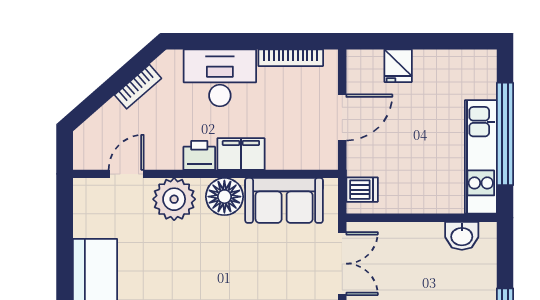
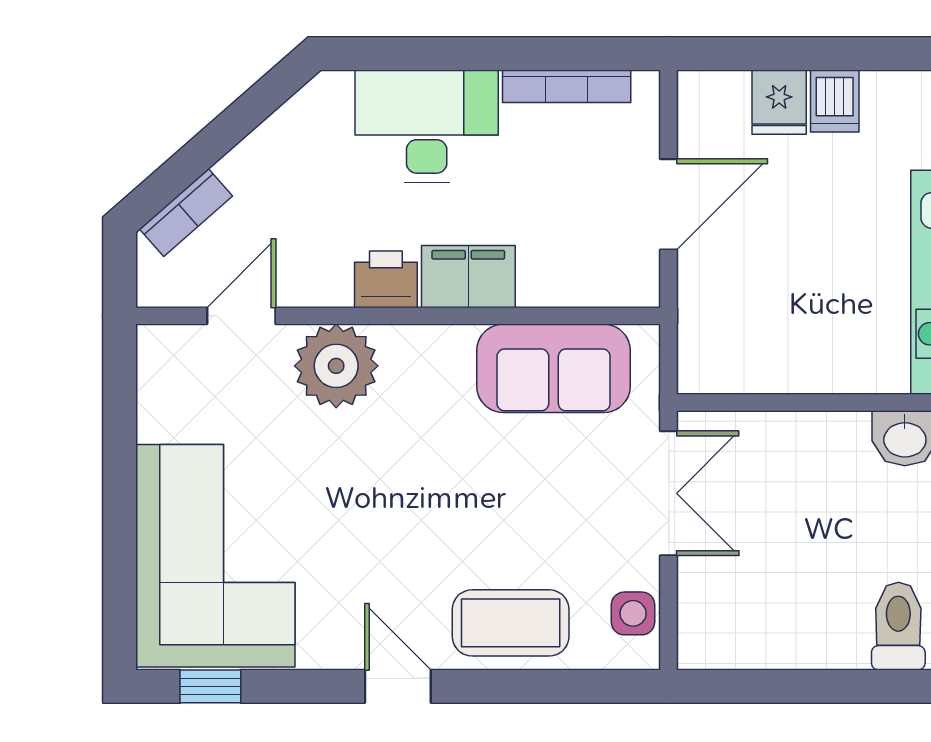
bookcase: (138, 87) -> (186, 213), moved
dishwasher: (362, 190) -> (835, 101), moved, turned 90
floor lamp: (224, 197) -> (436, 361), removed

